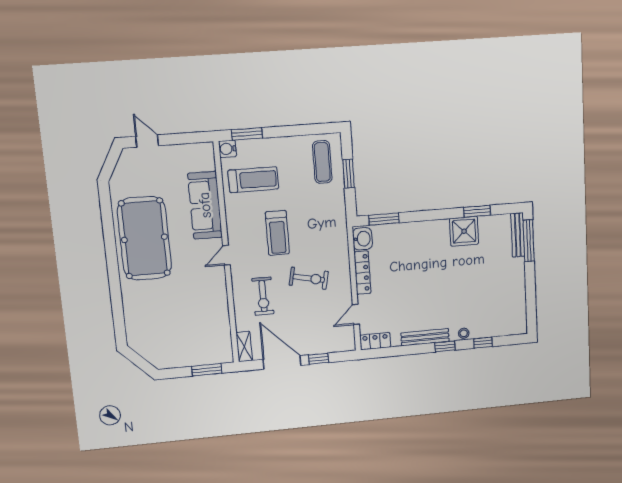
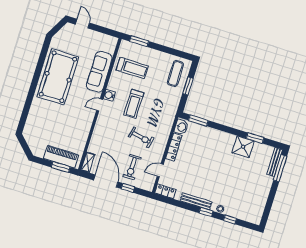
water cooler: (227, 149) -> (109, 95), moved
exercise bike: (263, 296) -> (132, 167), moved
piano: (201, 355) -> (61, 157), added

